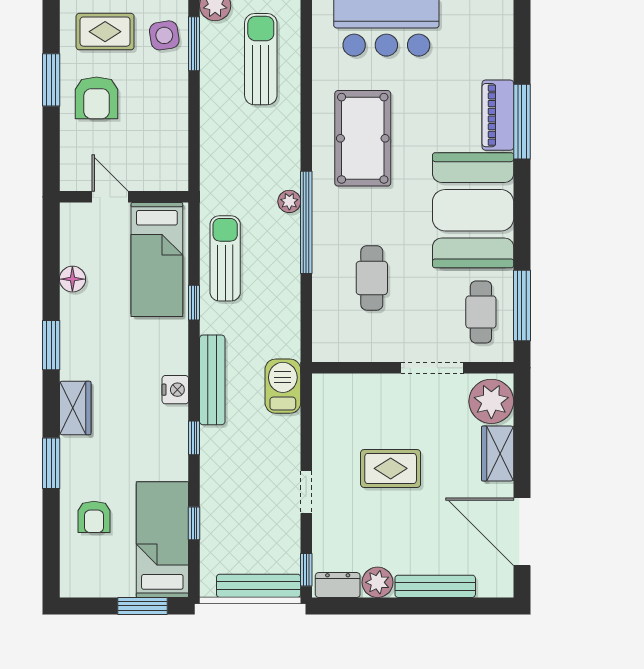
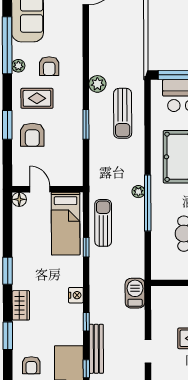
side table: (164, 35) -> (69, 100), removed
window: (194, 44) -> (86, 124), moved
sun lounger: (261, 59) -> (123, 113), turned 180
floor lamp: (72, 279) -> (19, 199), moved
bench: (212, 380) -> (96, 349), moved

